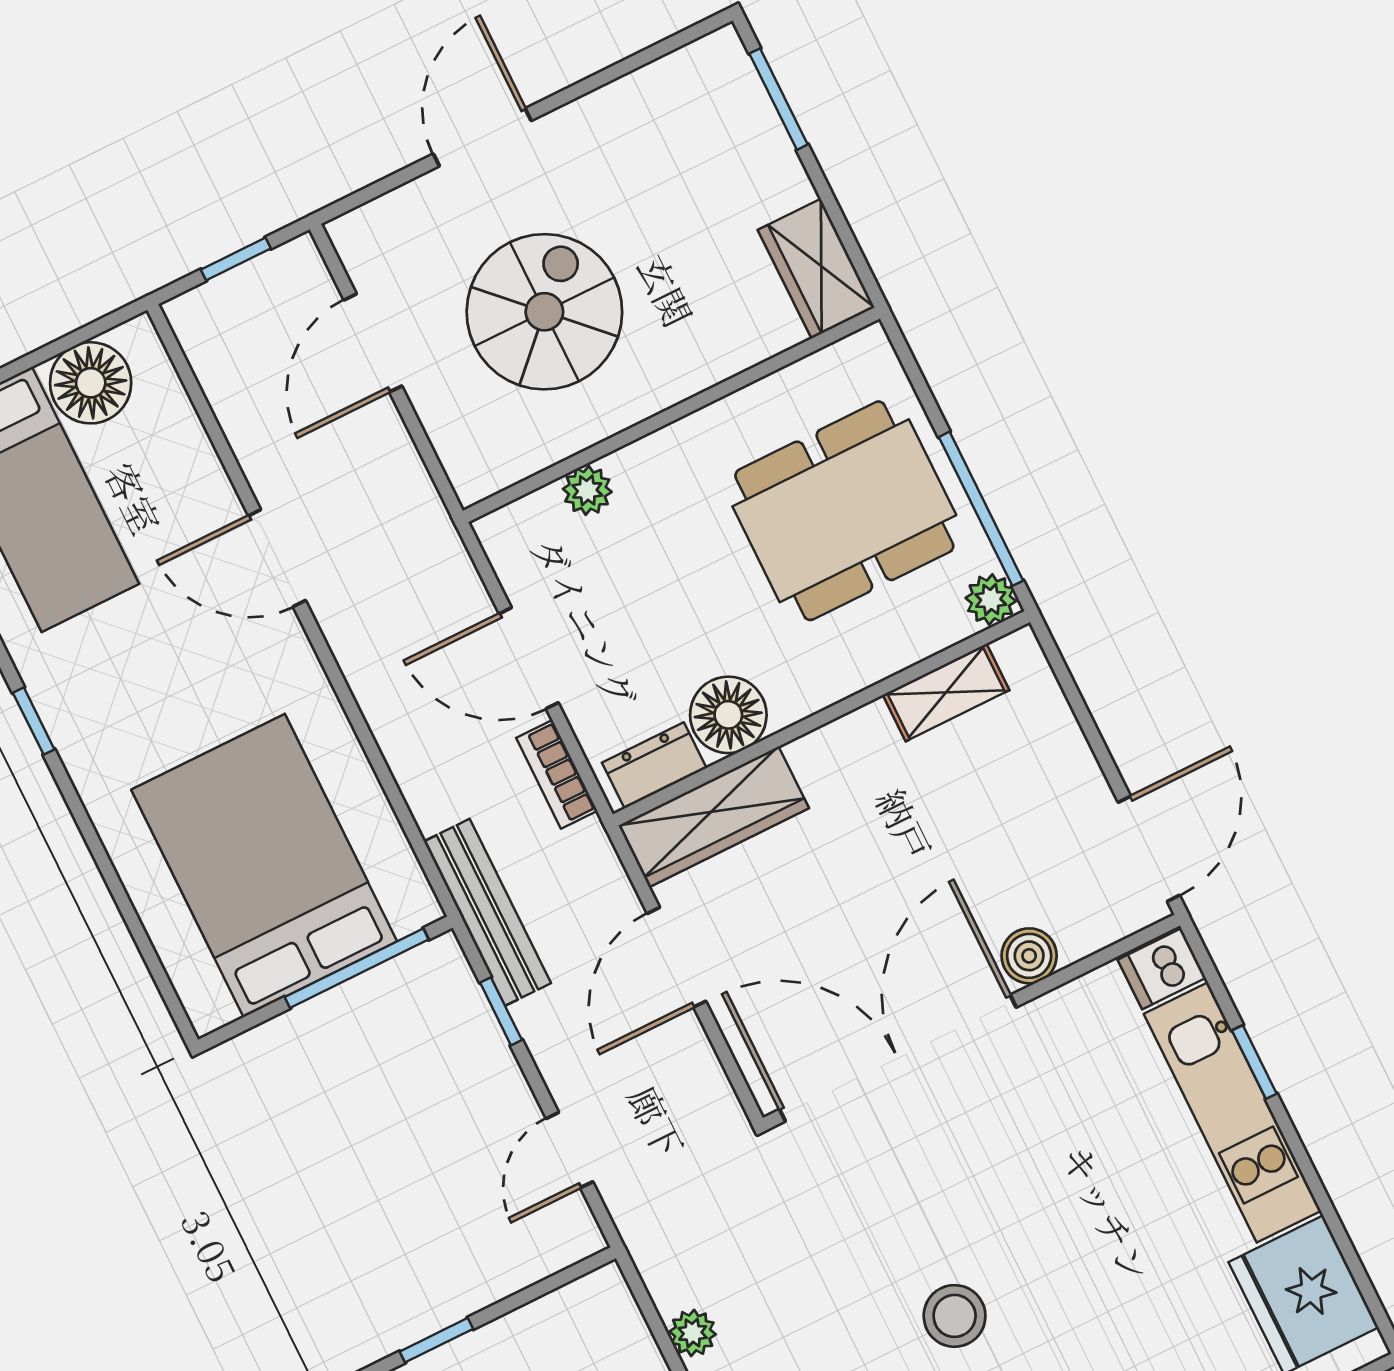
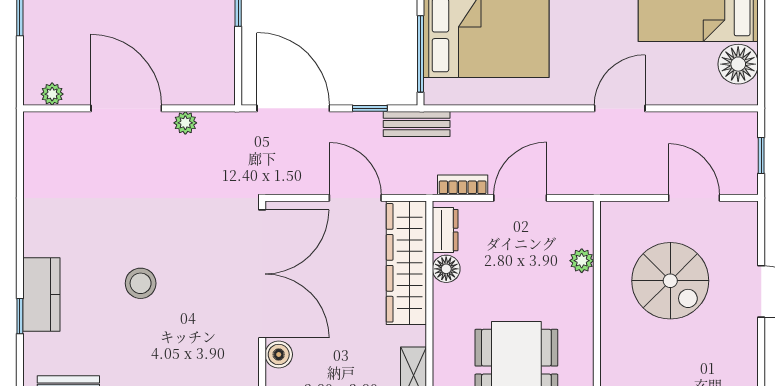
floor lamp: (728, 715) -> (446, 269), width x0.73, depth x0.73
wardrobe: (714, 817) -> (406, 263), width x1.40, depth x1.17
bench: (487, 912) -> (417, 124), width x0.73
door: (569, 1150) -> (293, 108), width x1.87
stool: (955, 1316) -> (141, 283), moved

